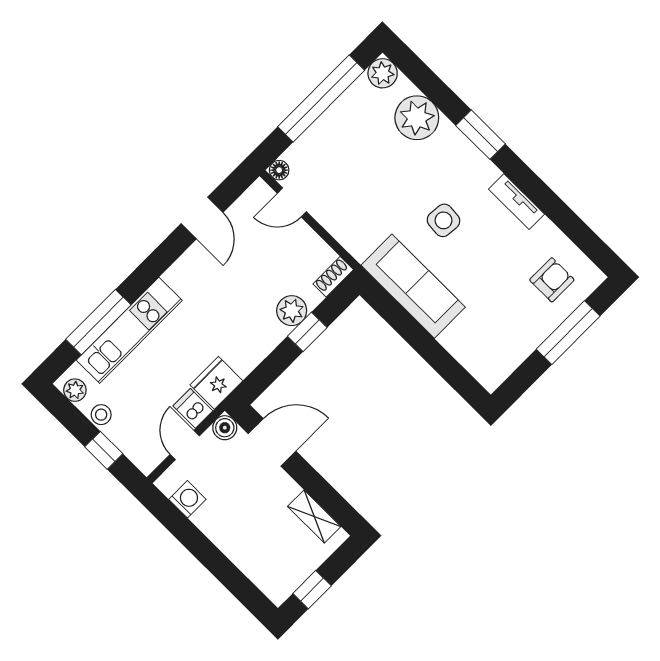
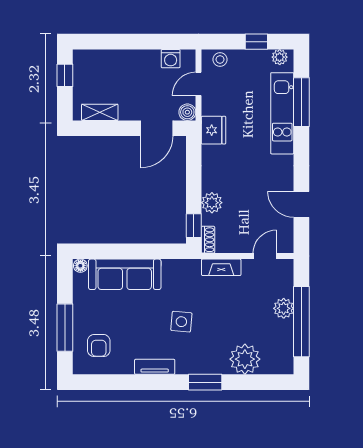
plant: (383, 73) -> (284, 308), moved
floor lamp: (279, 170) -> (80, 266), moved
fireplace: (348, 235) -> (221, 267), added
sofa: (413, 286) -> (125, 274), moved
window: (307, 332) -> (194, 226), moved
dishwasher: (193, 408) -> (213, 106), removed
stool: (101, 415) -> (220, 59), moved
door: (185, 445) -> (199, 84), swing flipped
window: (104, 450) -> (256, 42), moved

